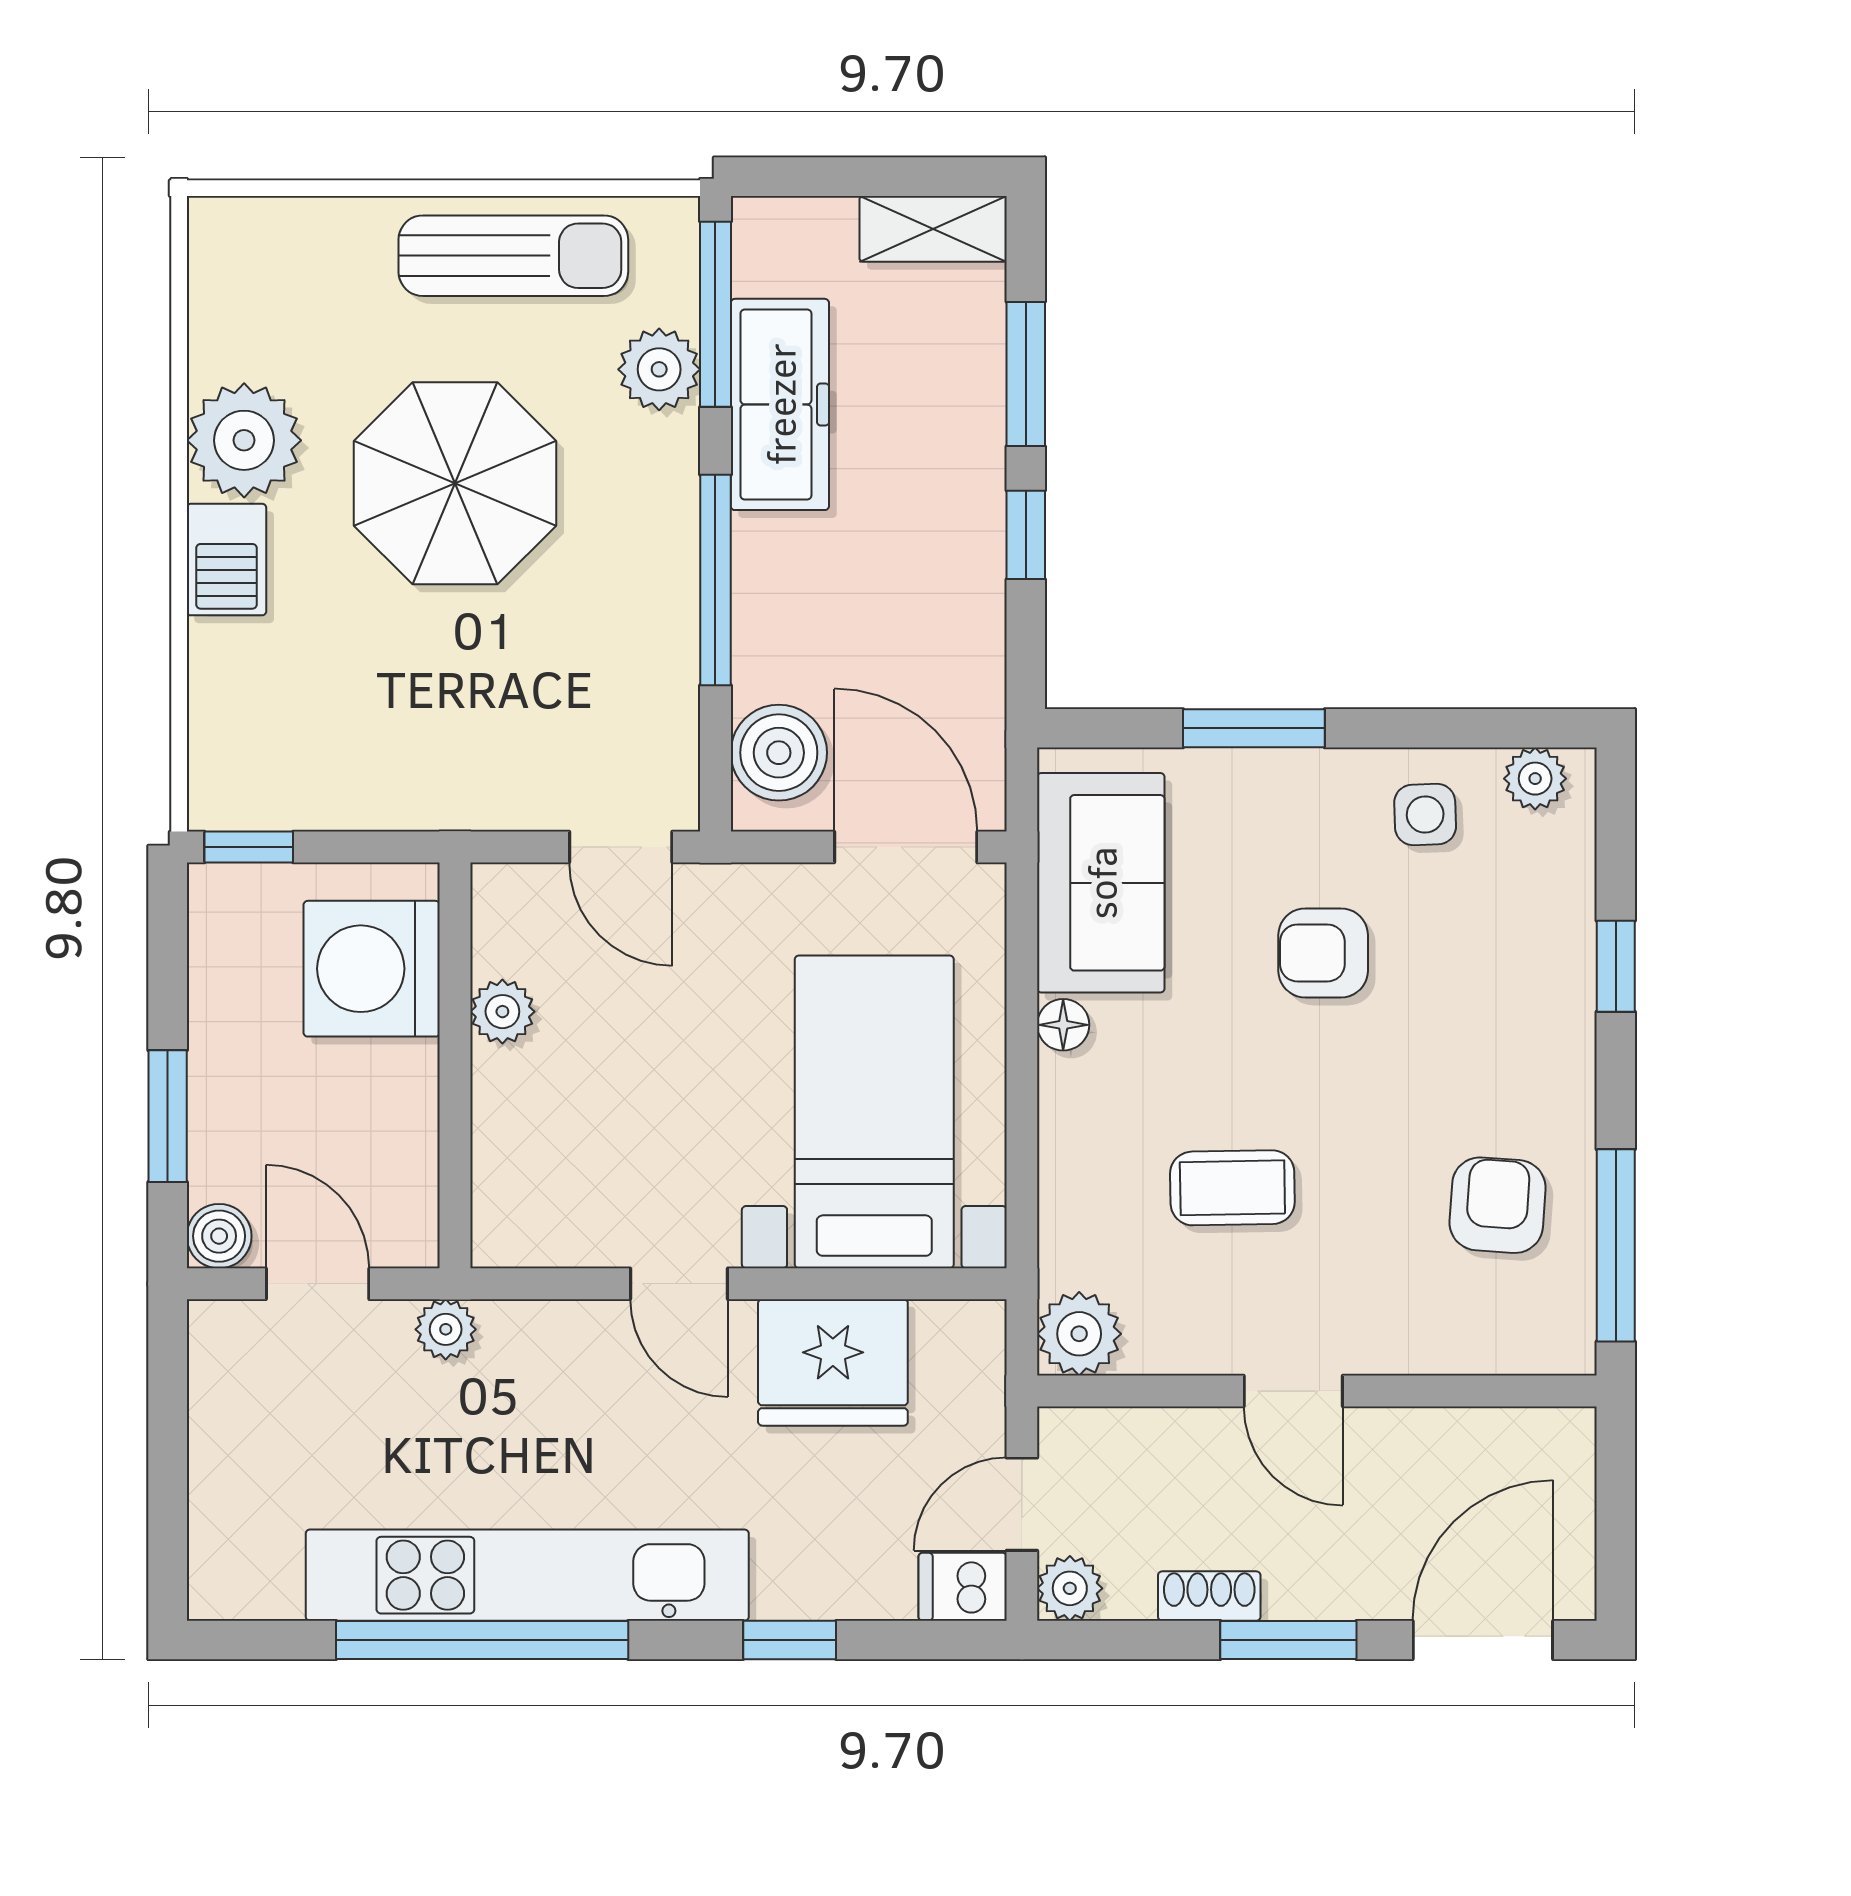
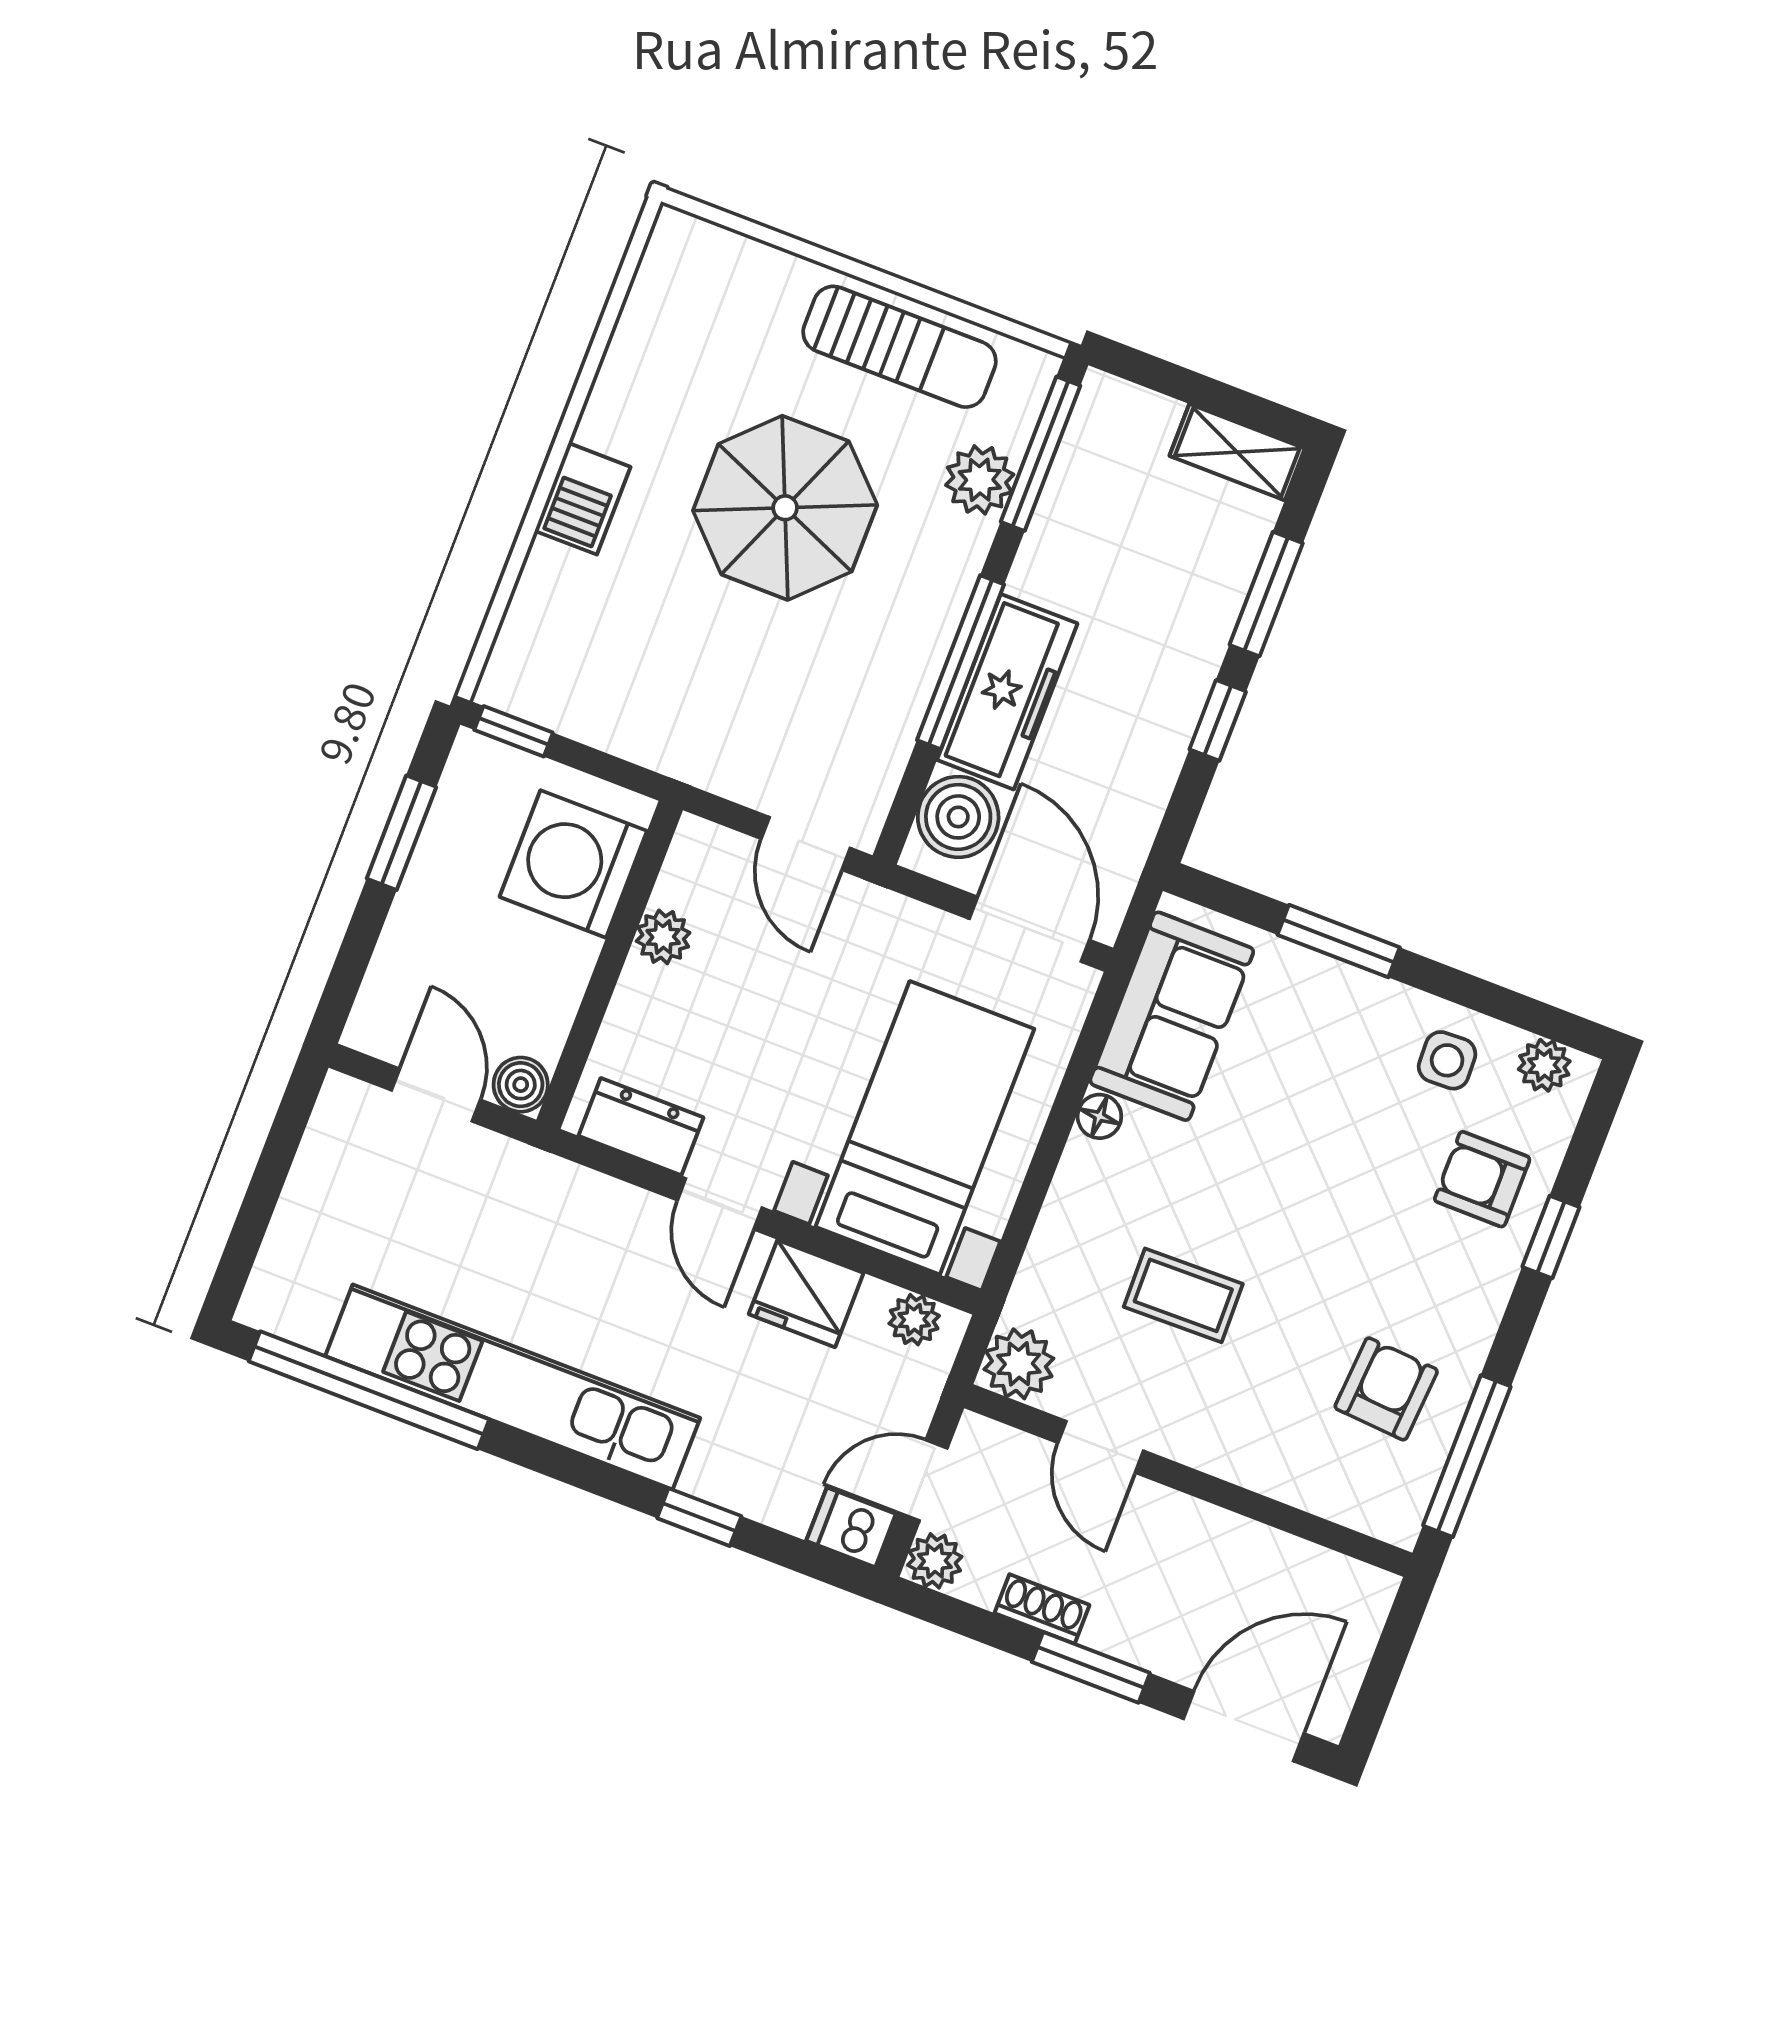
freezer: (780, 404) -> (1007, 692), moved
plant: (244, 440) -> (632, 410), removed
armchair: (1323, 953) -> (1482, 1179), moved
window: (168, 1116) -> (401, 833), moved
dresser: (559, 1232) -> (641, 1127), added
boiler: (219, 1236) -> (521, 1085), moved
plant: (446, 1329) -> (914, 1320), moved
fridge: (833, 1362) -> (806, 1294), width x0.73, depth x0.75
door: (1293, 1391) -> (1101, 1447), moved
window: (482, 1640) -> (369, 1390), moved

